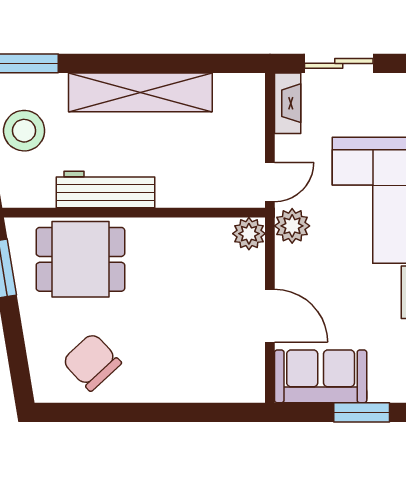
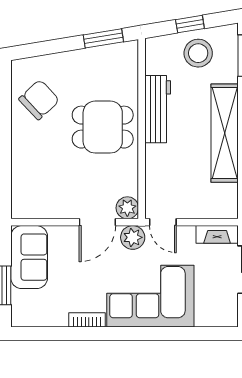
dining table: (80, 259) -> (103, 127), moved, turned 90
door: (270, 316) -> (97, 222), moved

